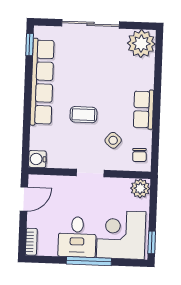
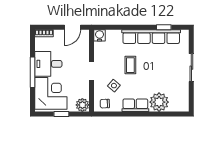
sliding door: (91, 24) -> (191, 68), width x0.73
plant: (141, 44) -> (159, 102), moved
window: (30, 45) -> (164, 27), moved
door: (24, 199) -> (72, 27), hinge flipped
window: (152, 242) -> (61, 114), moved

